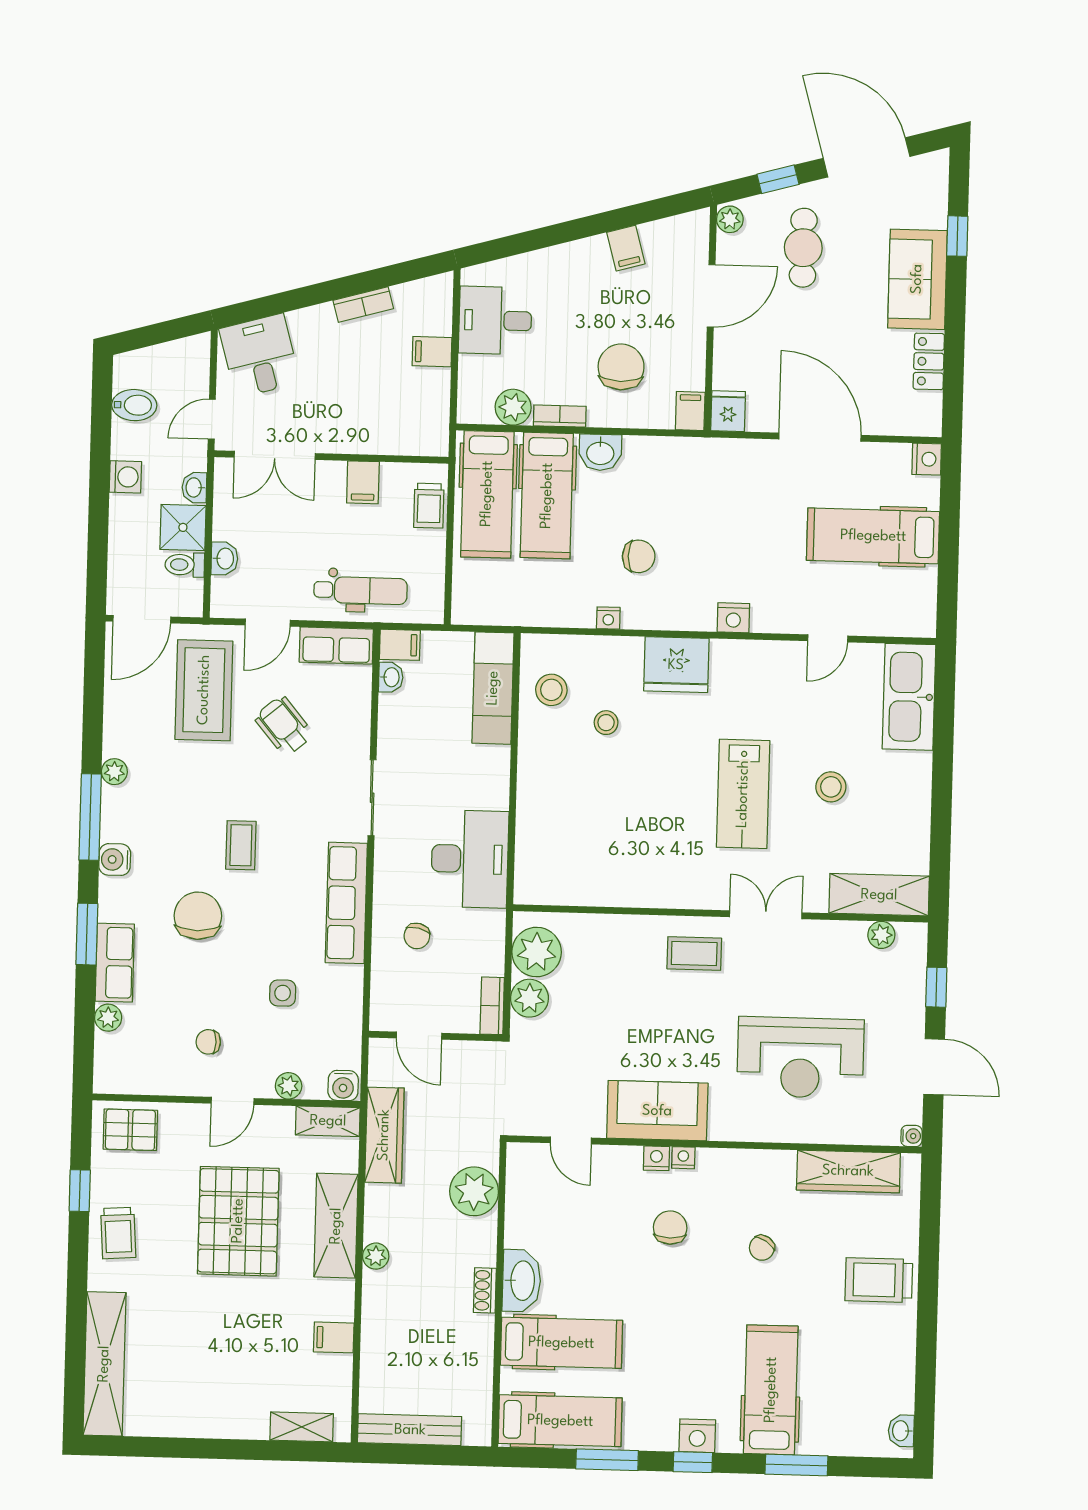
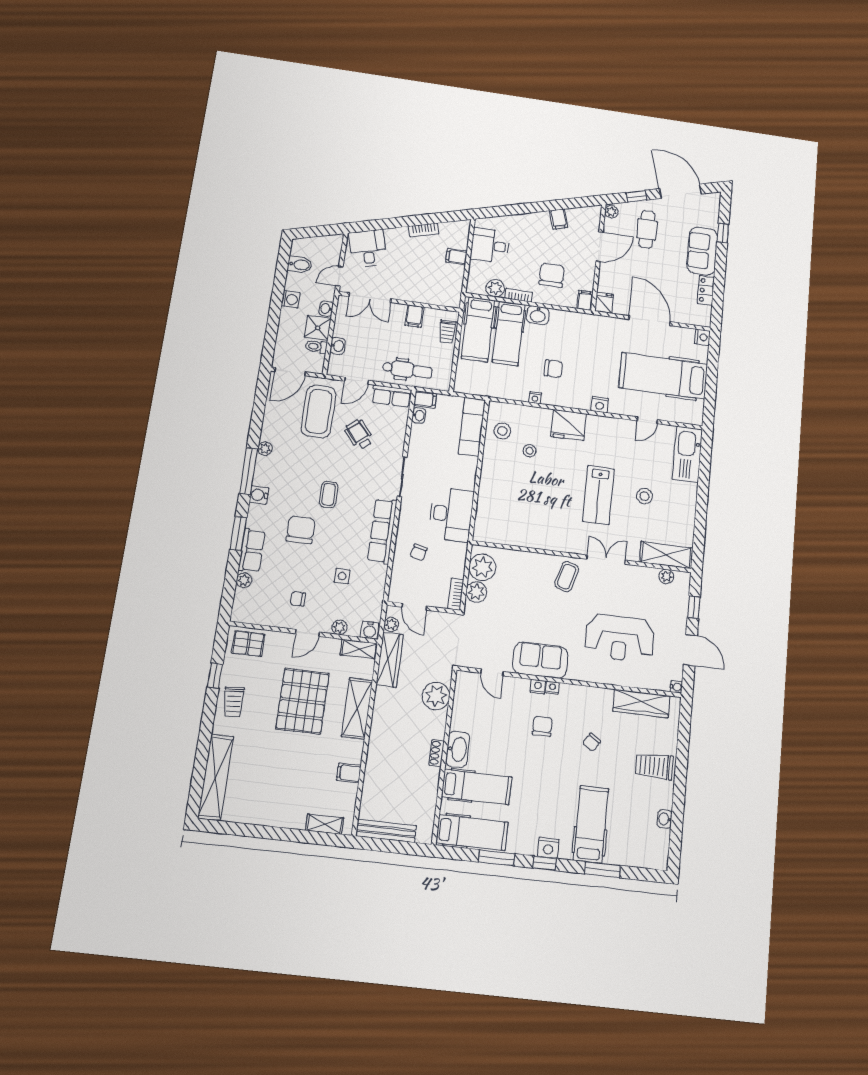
hospital bed: (873, 536) -> (663, 376), width x1.37, depth x1.29
coffee table: (694, 953) -> (567, 577), turned -74
plant: (376, 1256) -> (391, 624), moved
washbasin: (901, 1431) -> (665, 819), moved

